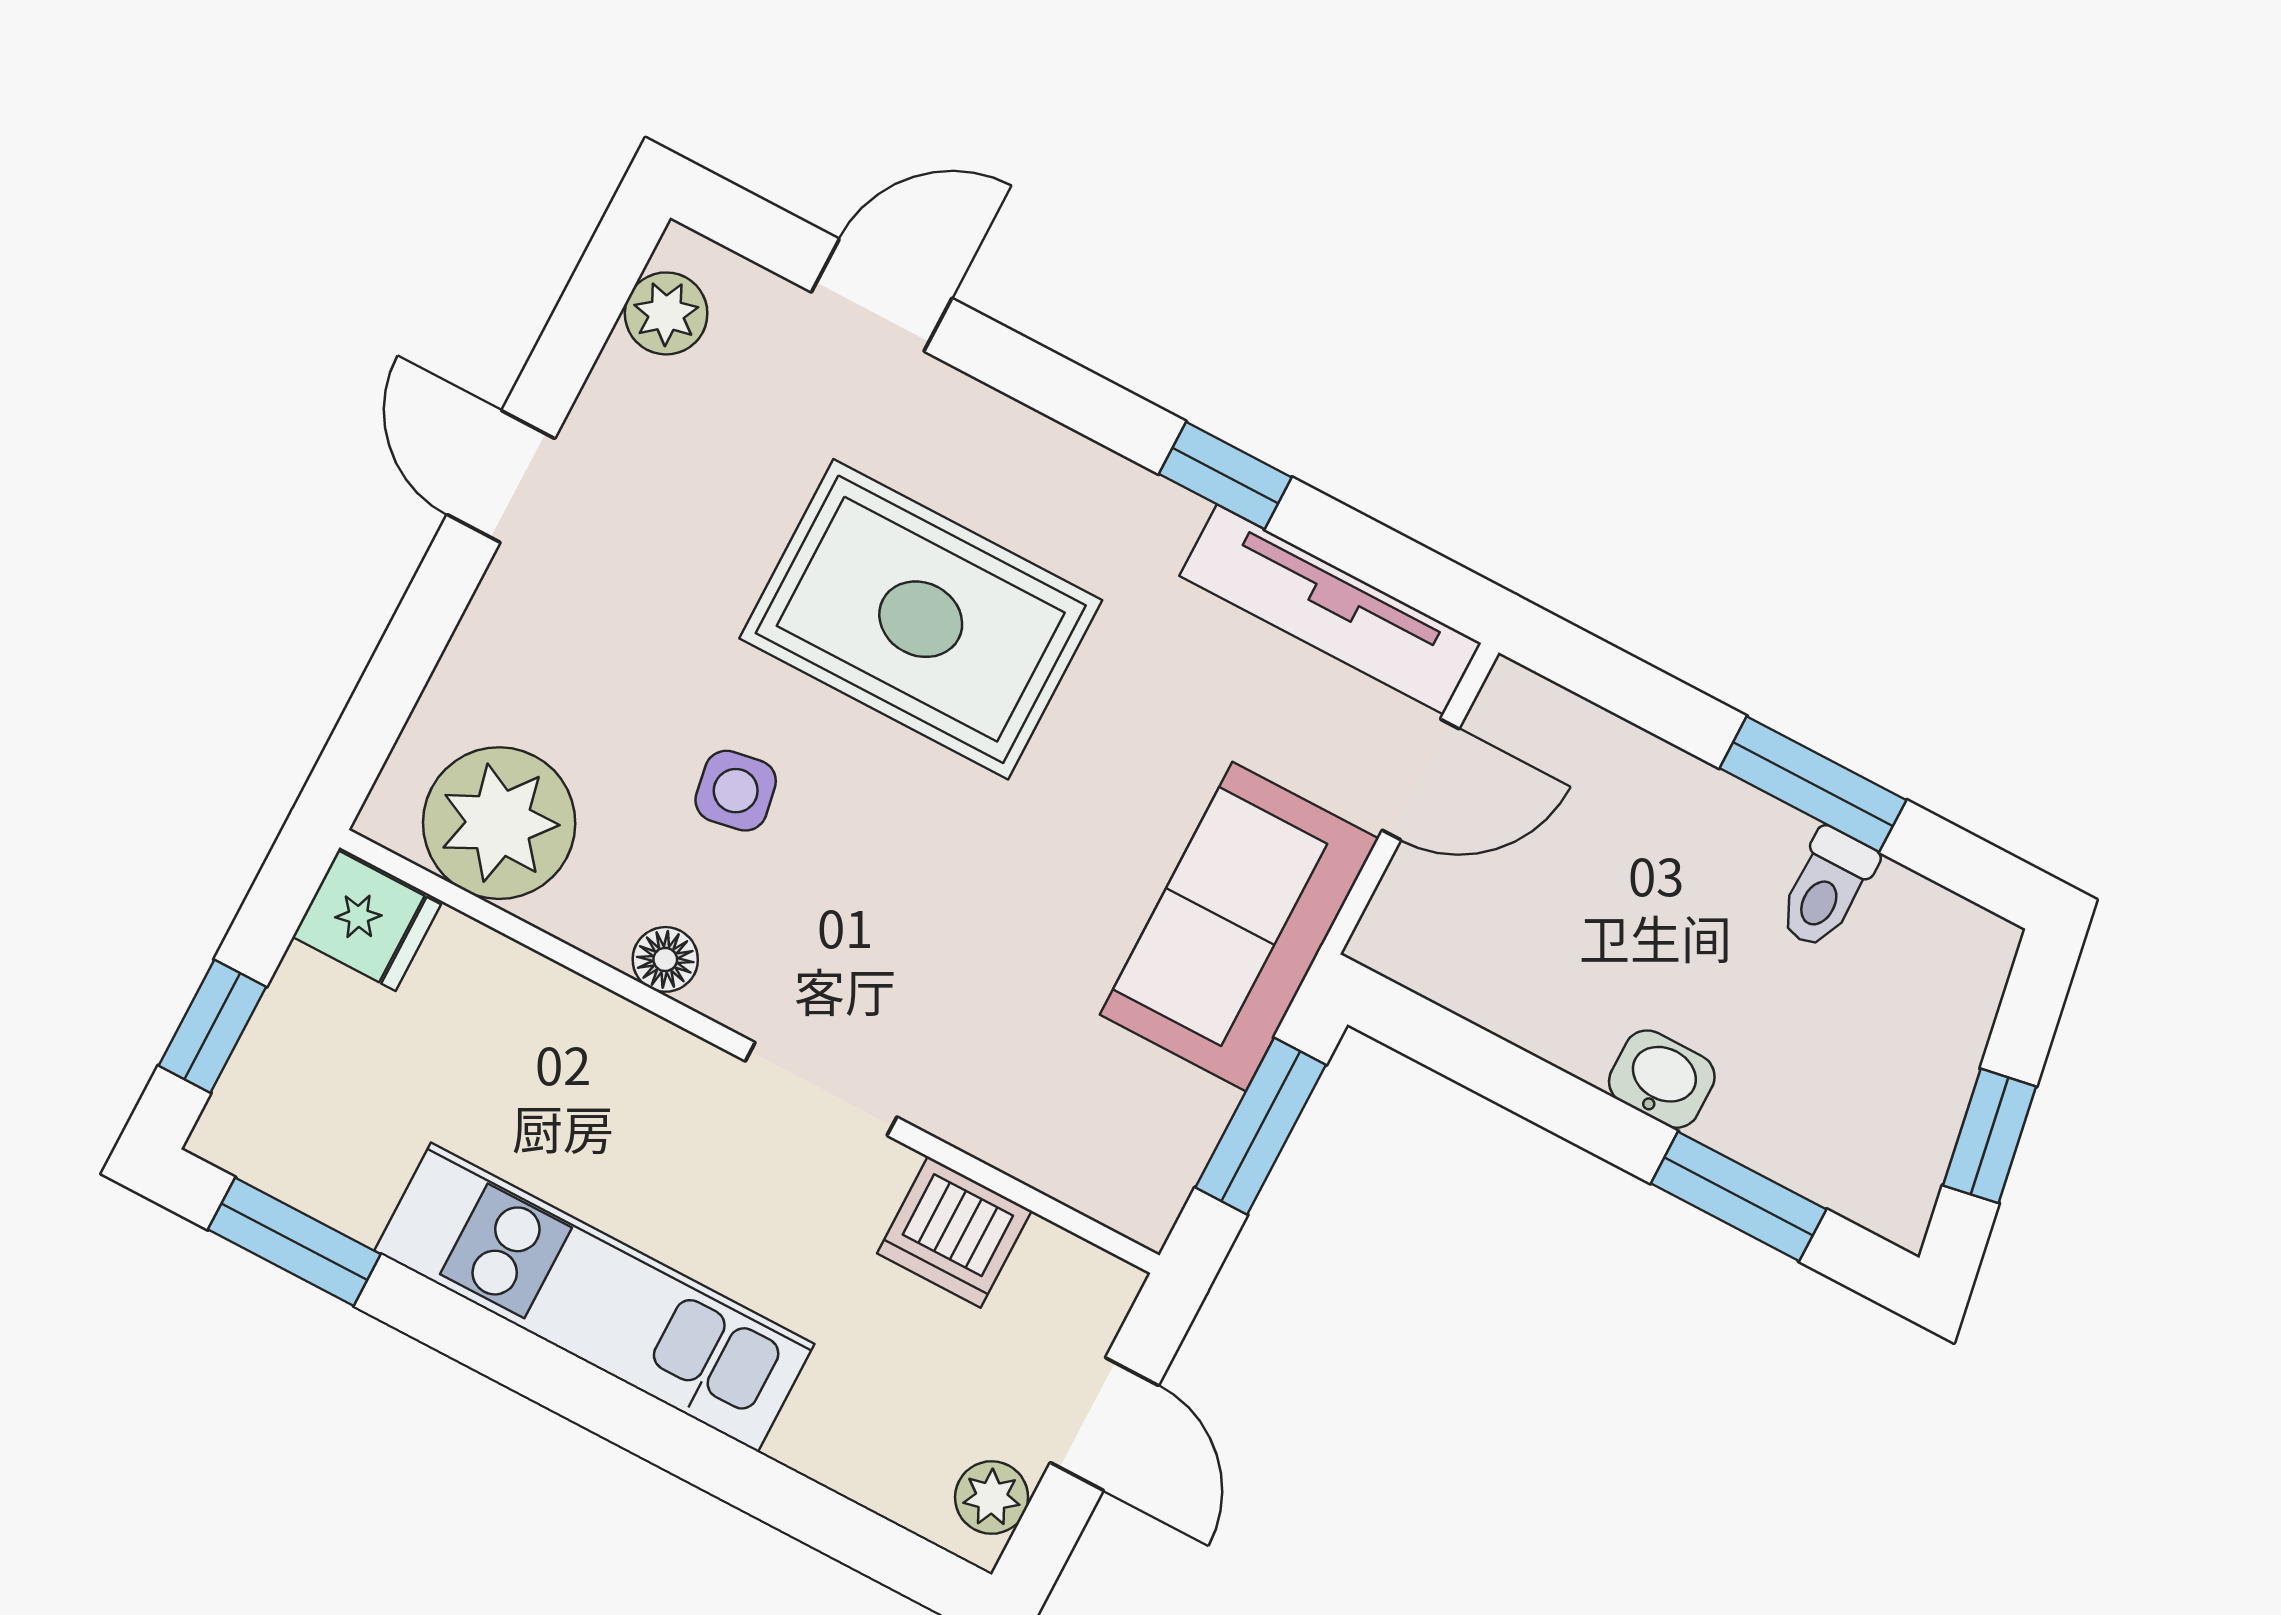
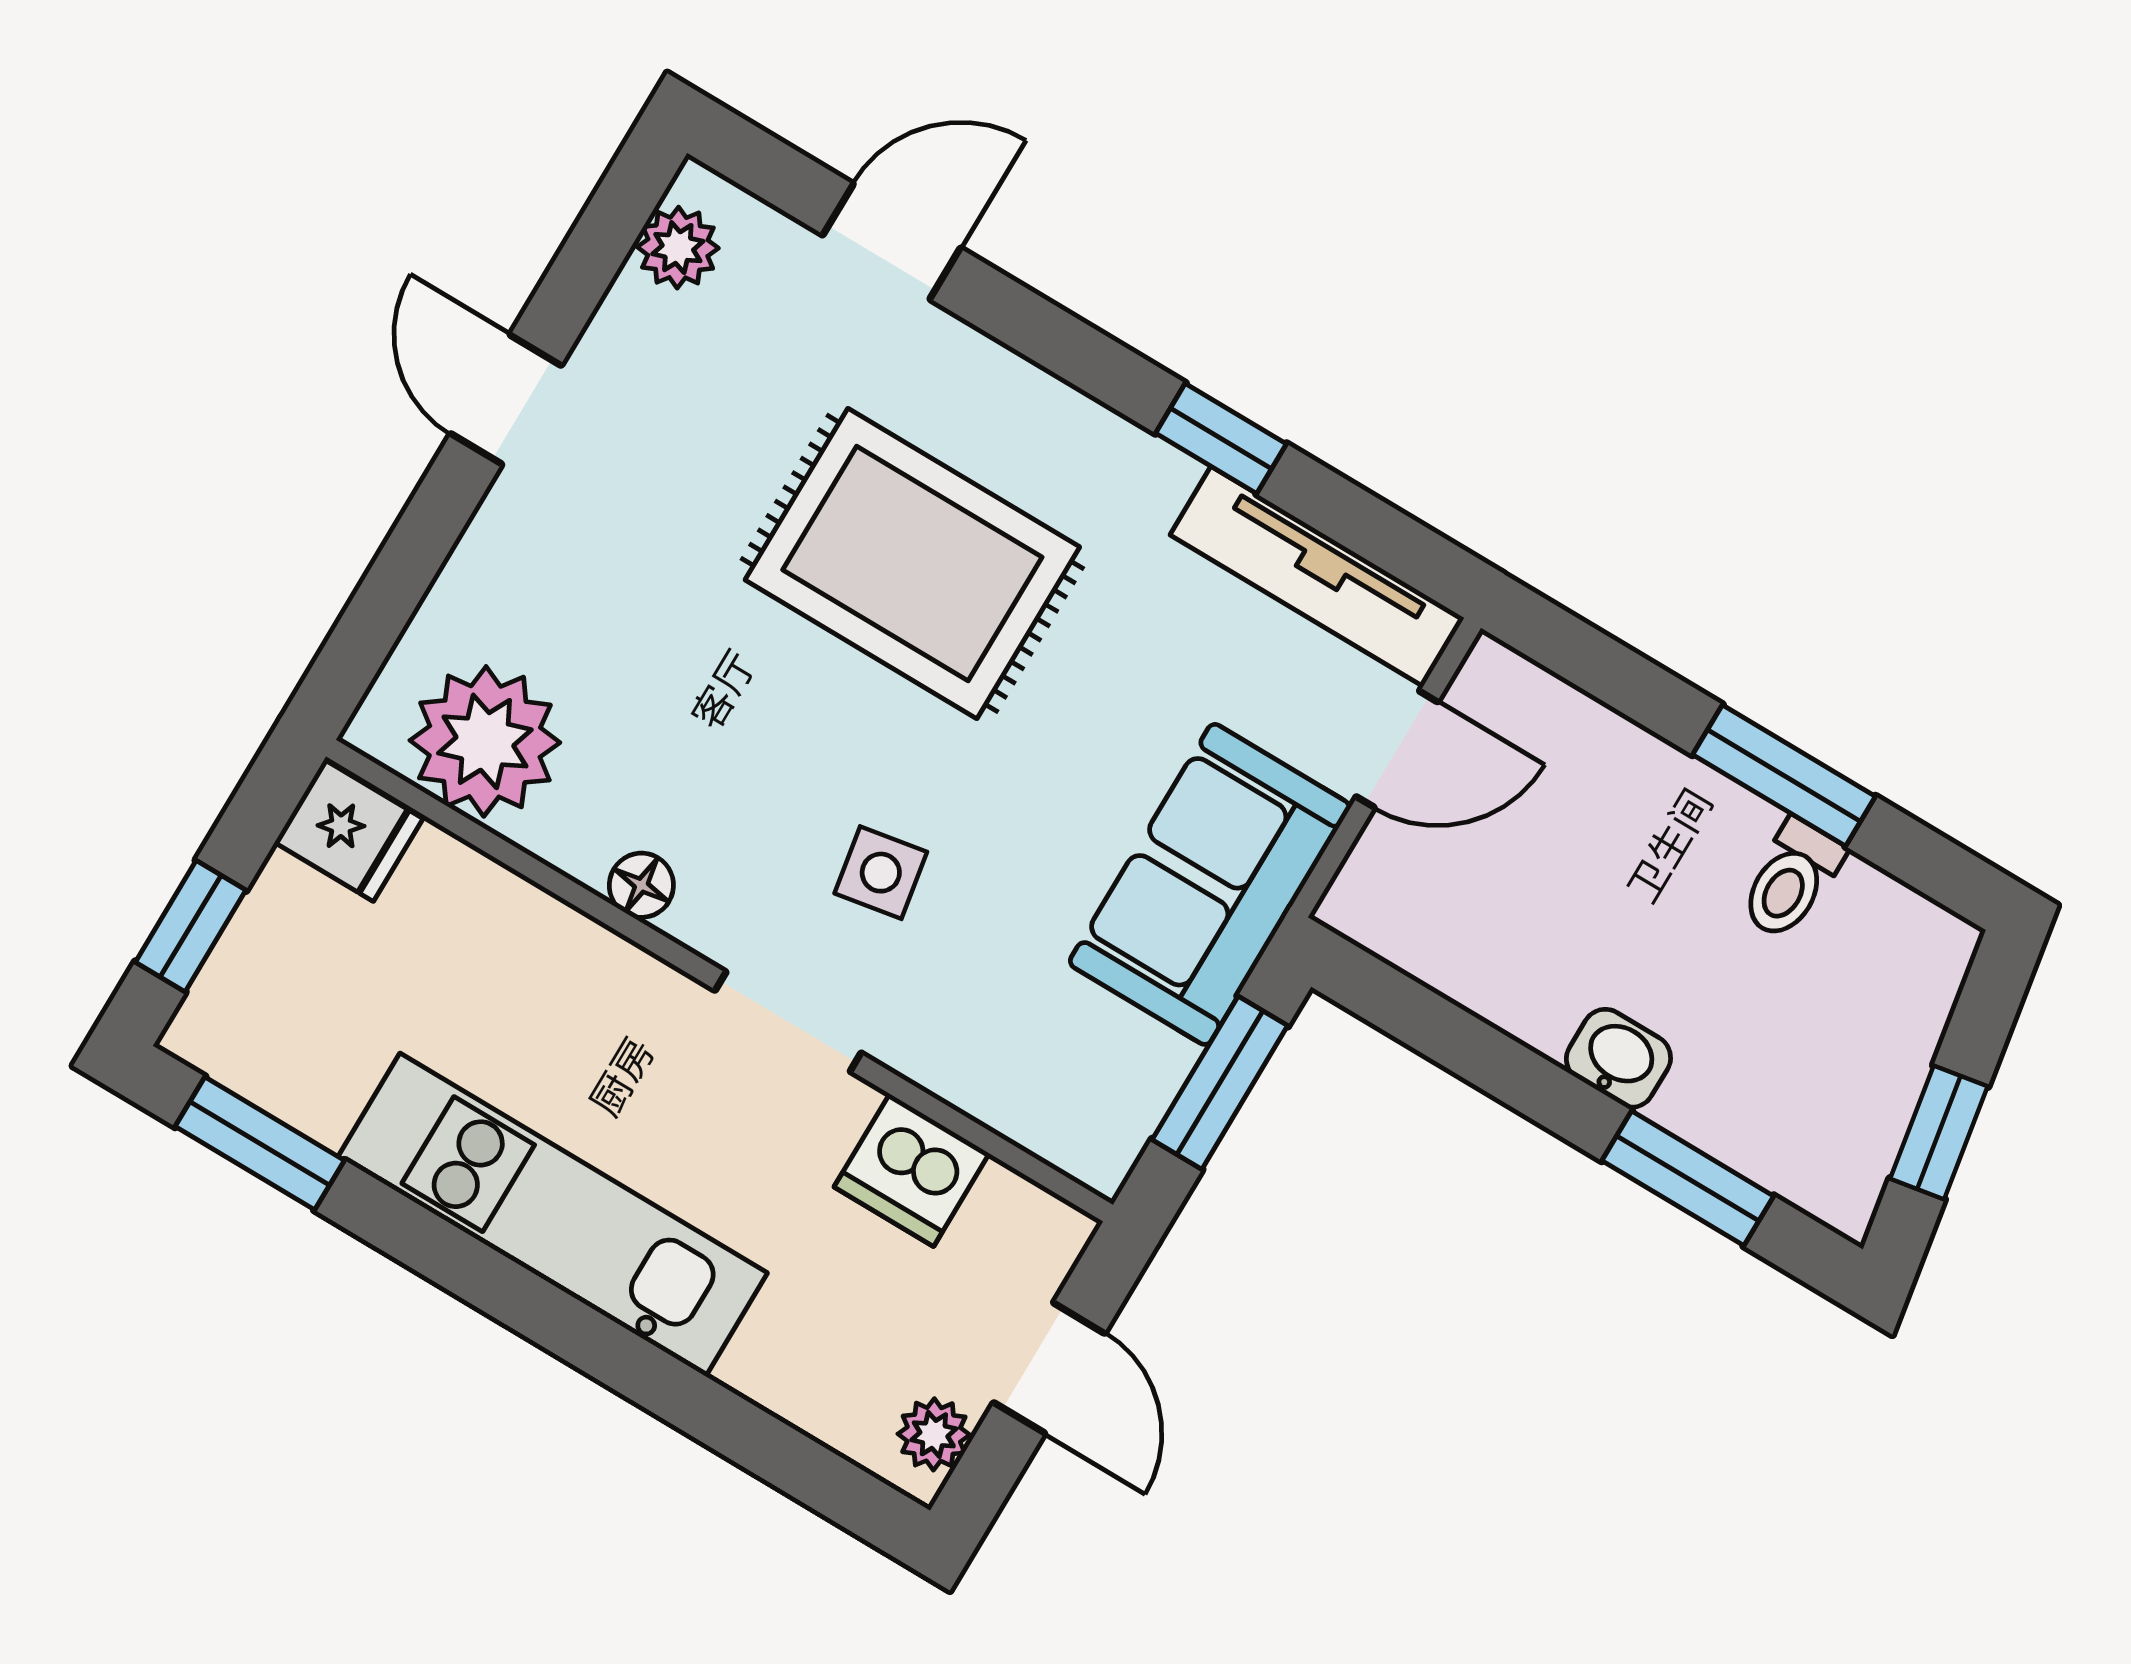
side table: (736, 791) -> (881, 873), moved

